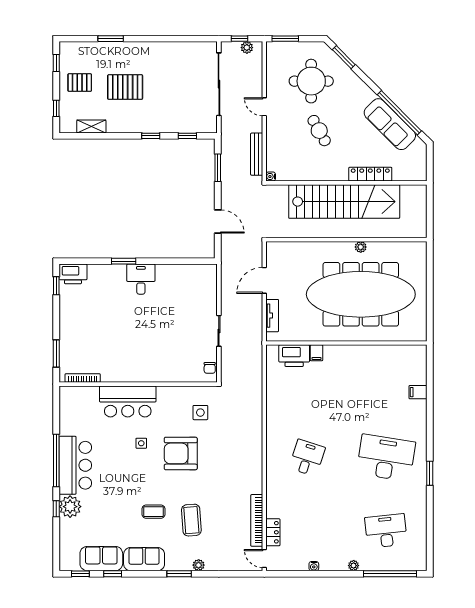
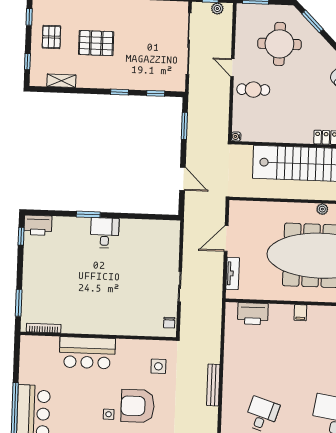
pallet: (80, 83) -> (51, 37), turned 90
cafe table: (319, 131) -> (253, 90), moved, turned -61
bench: (257, 154) -> (213, 385), moved
filing cabinet: (316, 353) -> (300, 313), moved
side table: (141, 443) -> (109, 414), moved

